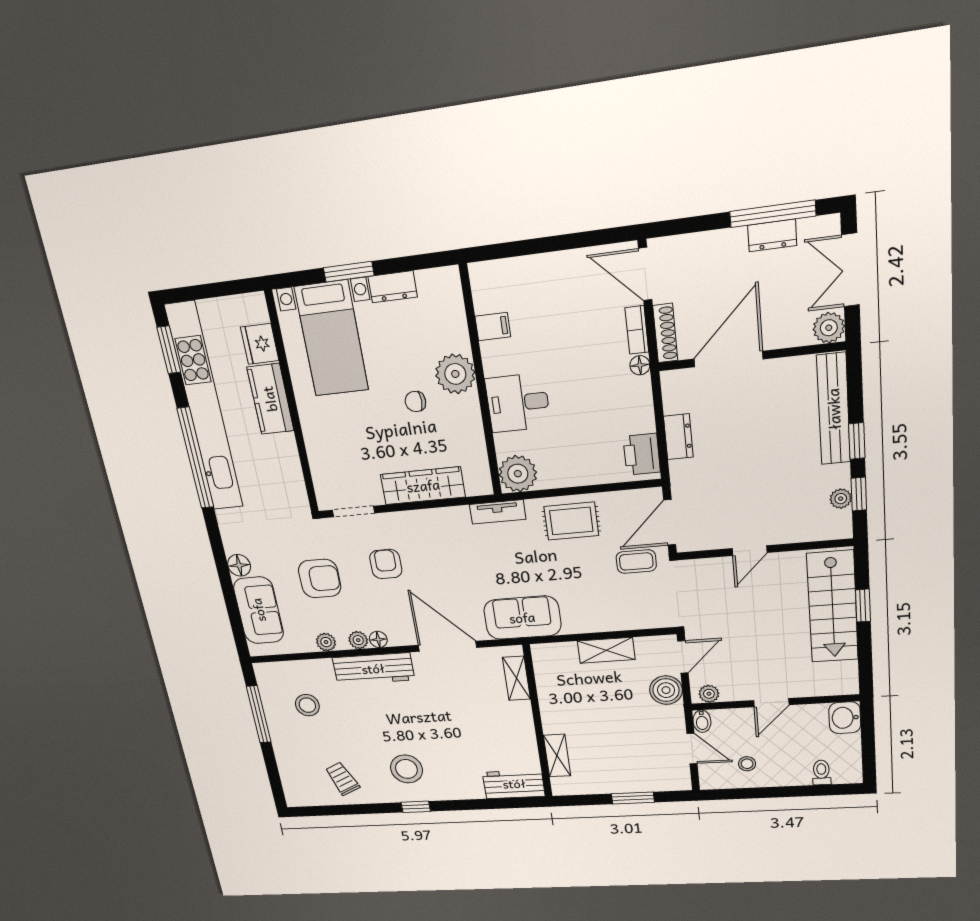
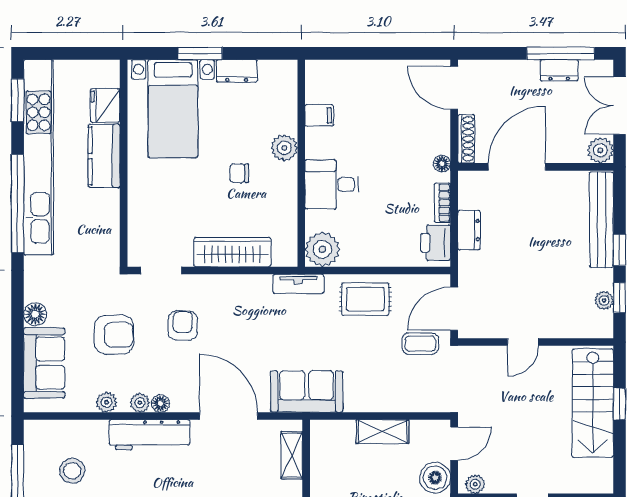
bookcase: (637, 330) -> (442, 203), moved
plant: (455, 374) -> (284, 148), width x0.73, depth x0.73

